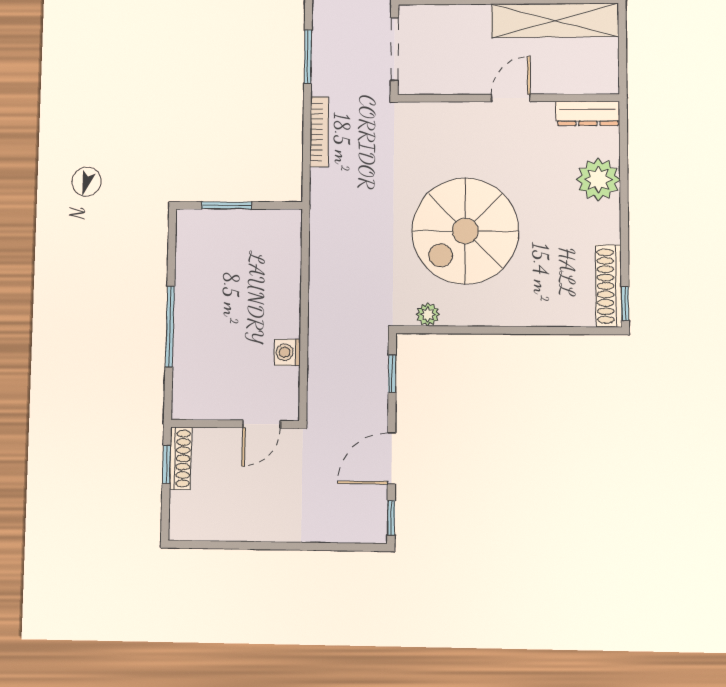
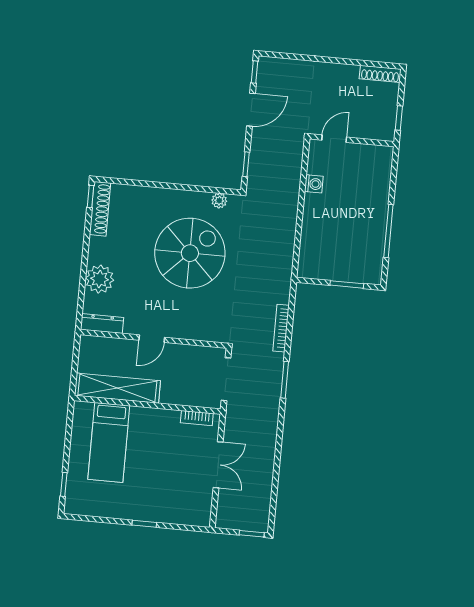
window: (170, 326) -> (388, 231), moved
shoe rack: (181, 458) -> (380, 74), moved, turned -90

